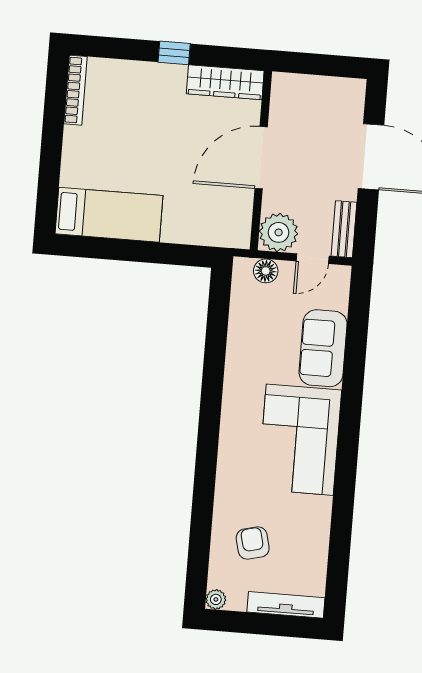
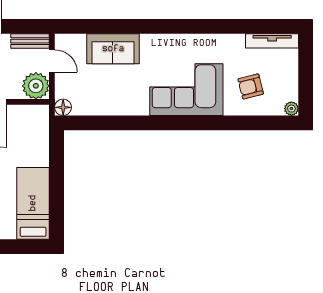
floor lamp: (266, 271) -> (63, 107), moved
corner sofa: (300, 440) -> (186, 90), moved, turned 180
tv unit: (286, 605) -> (272, 41), moved, turned -90

